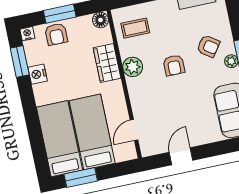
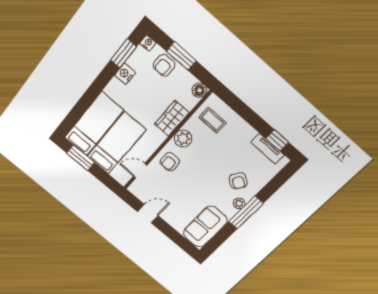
armchair: (174, 65) -> (170, 162), moved

